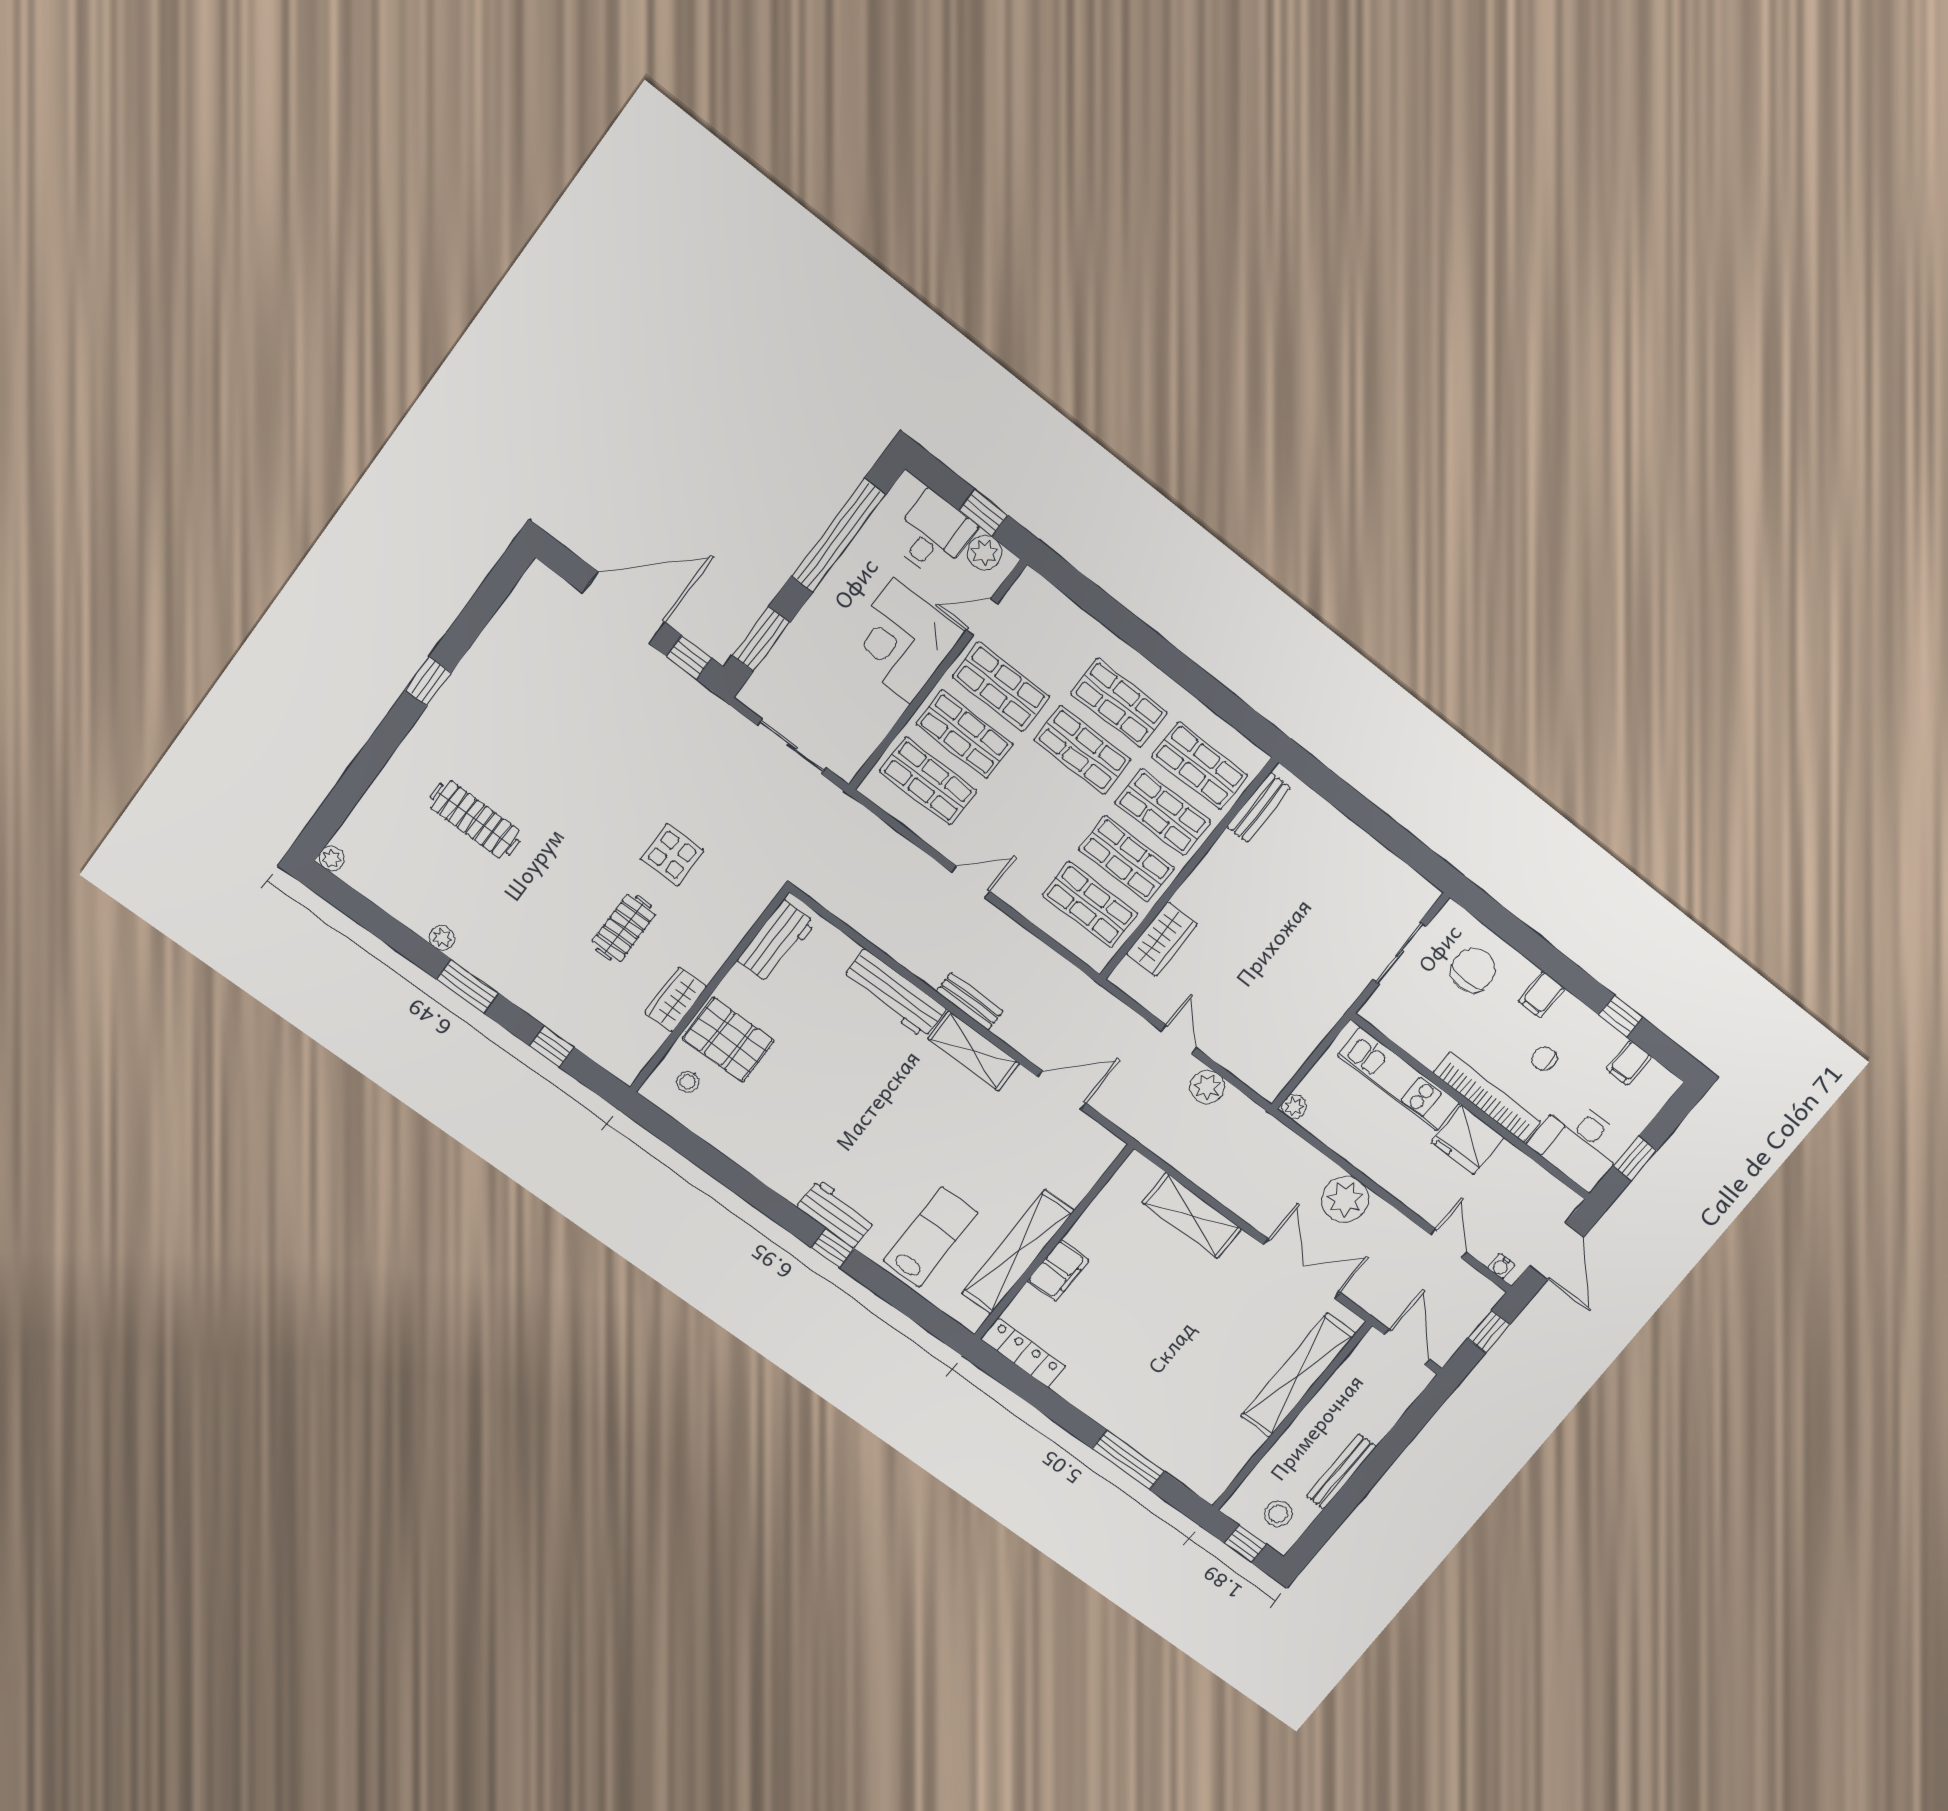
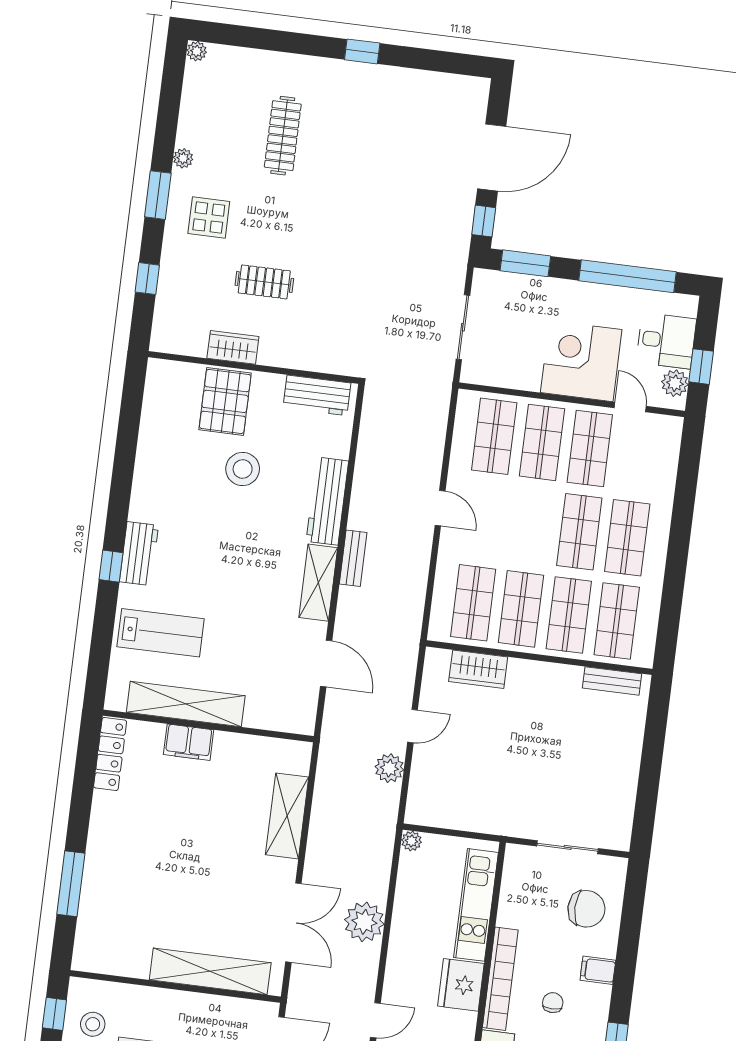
door: (624, 608) -> (492, 157), hinge flipped
display table: (672, 855) -> (209, 217), moved
stool: (688, 1082) -> (243, 469), moved, width x1.89, depth x1.89

